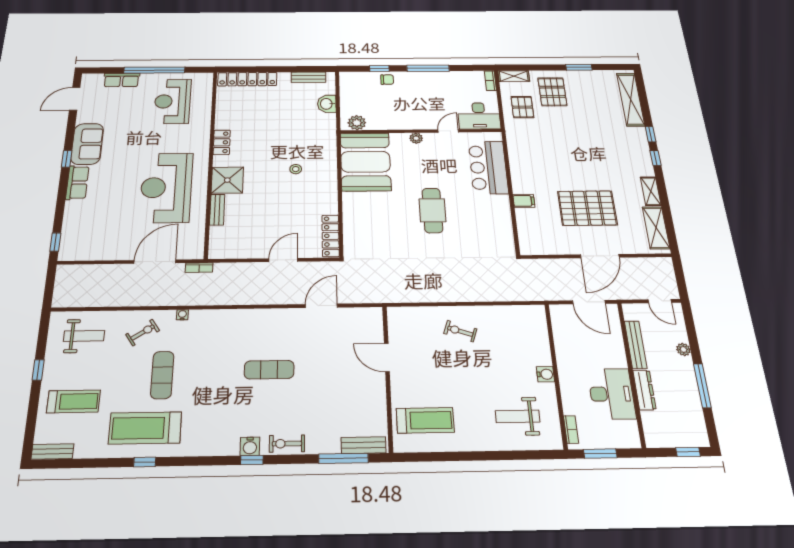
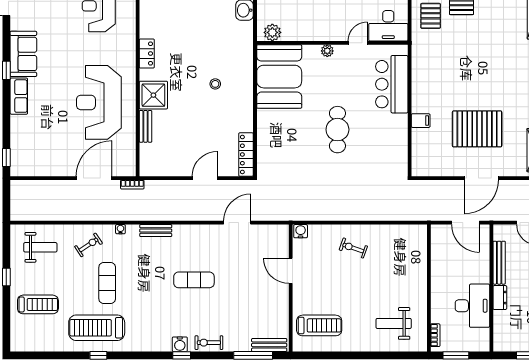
water cooler: (545, 374) -> (301, 231), moved, turned -90
dresser: (644, 390) -> (500, 298), width x0.70
bench: (52, 452) -> (156, 231), moved

